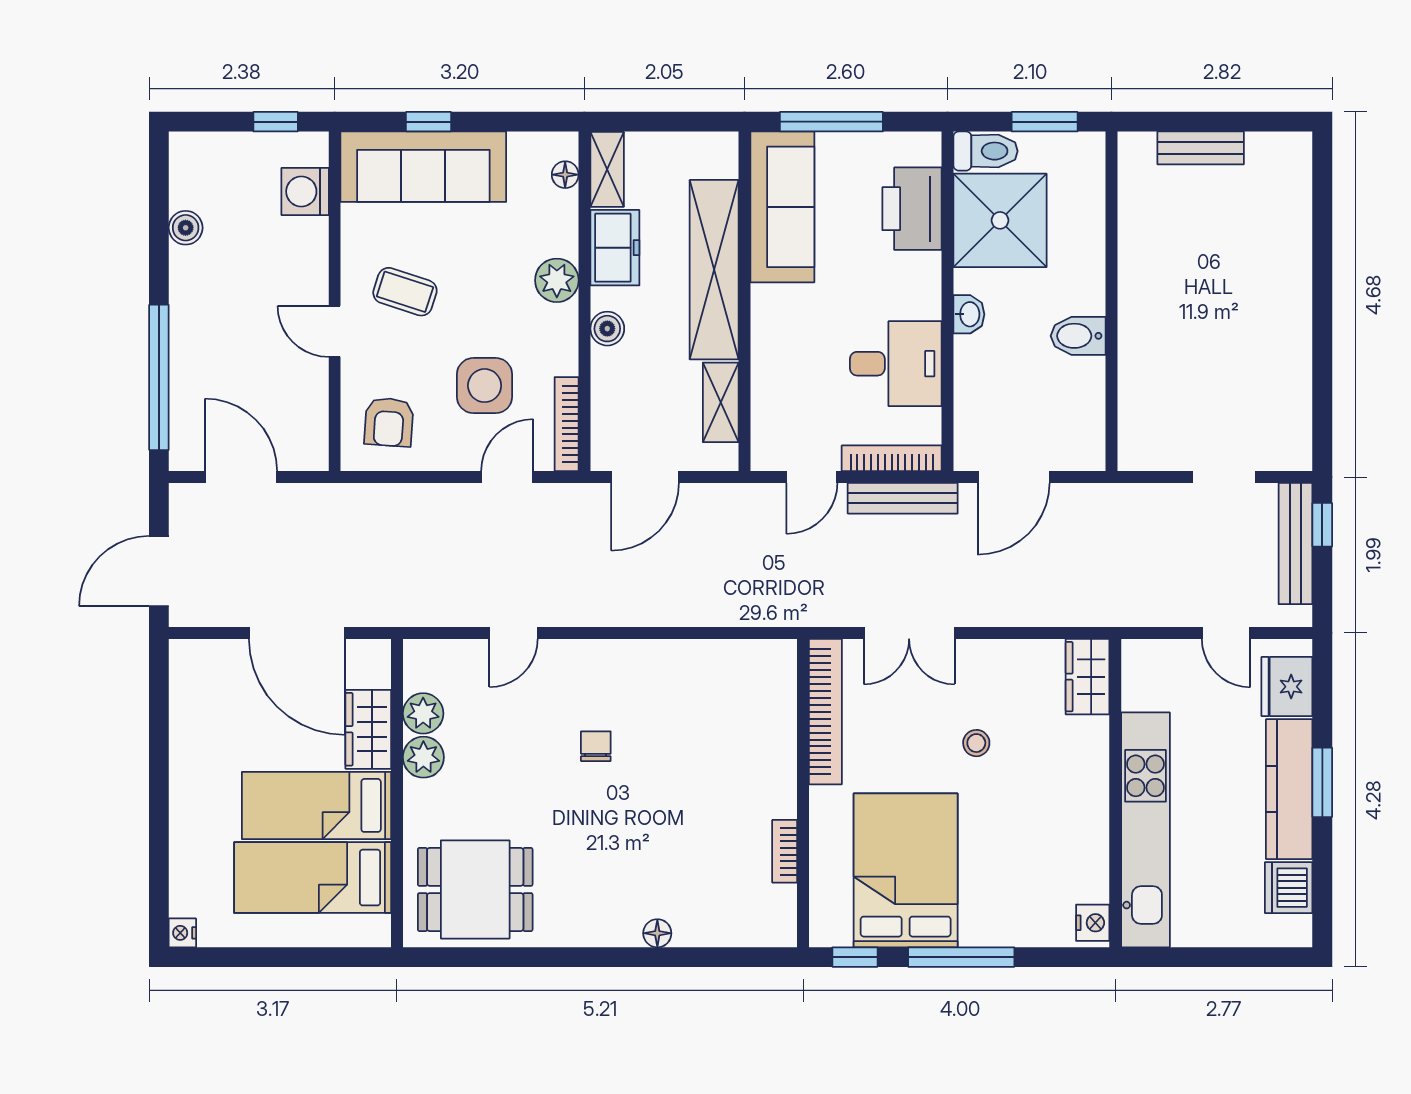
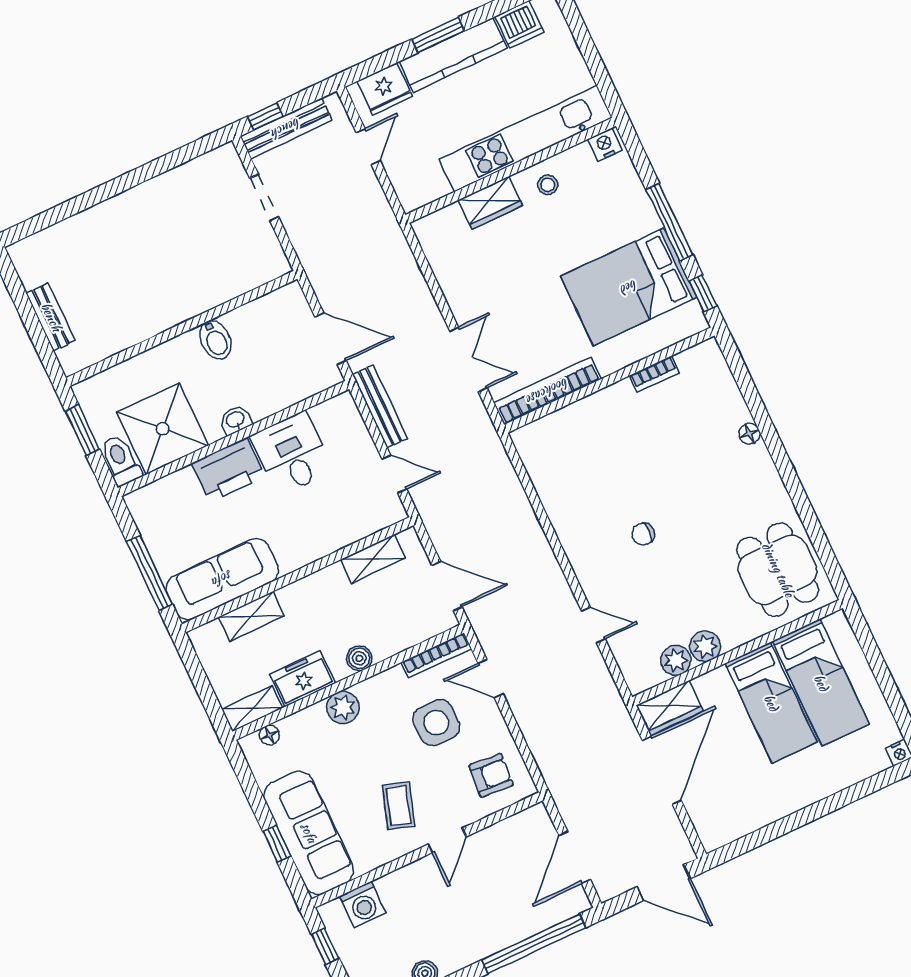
printer: (912, 209) -> (228, 470), moved
shelving: (714, 270) -> (251, 616), width x0.45, depth x0.75
bookcase: (892, 458) -> (357, 426), removed
wardrobe: (1088, 677) -> (490, 203), moved
wardrobe: (368, 729) -> (670, 708), moved
stool: (976, 743) -> (548, 185), moved

